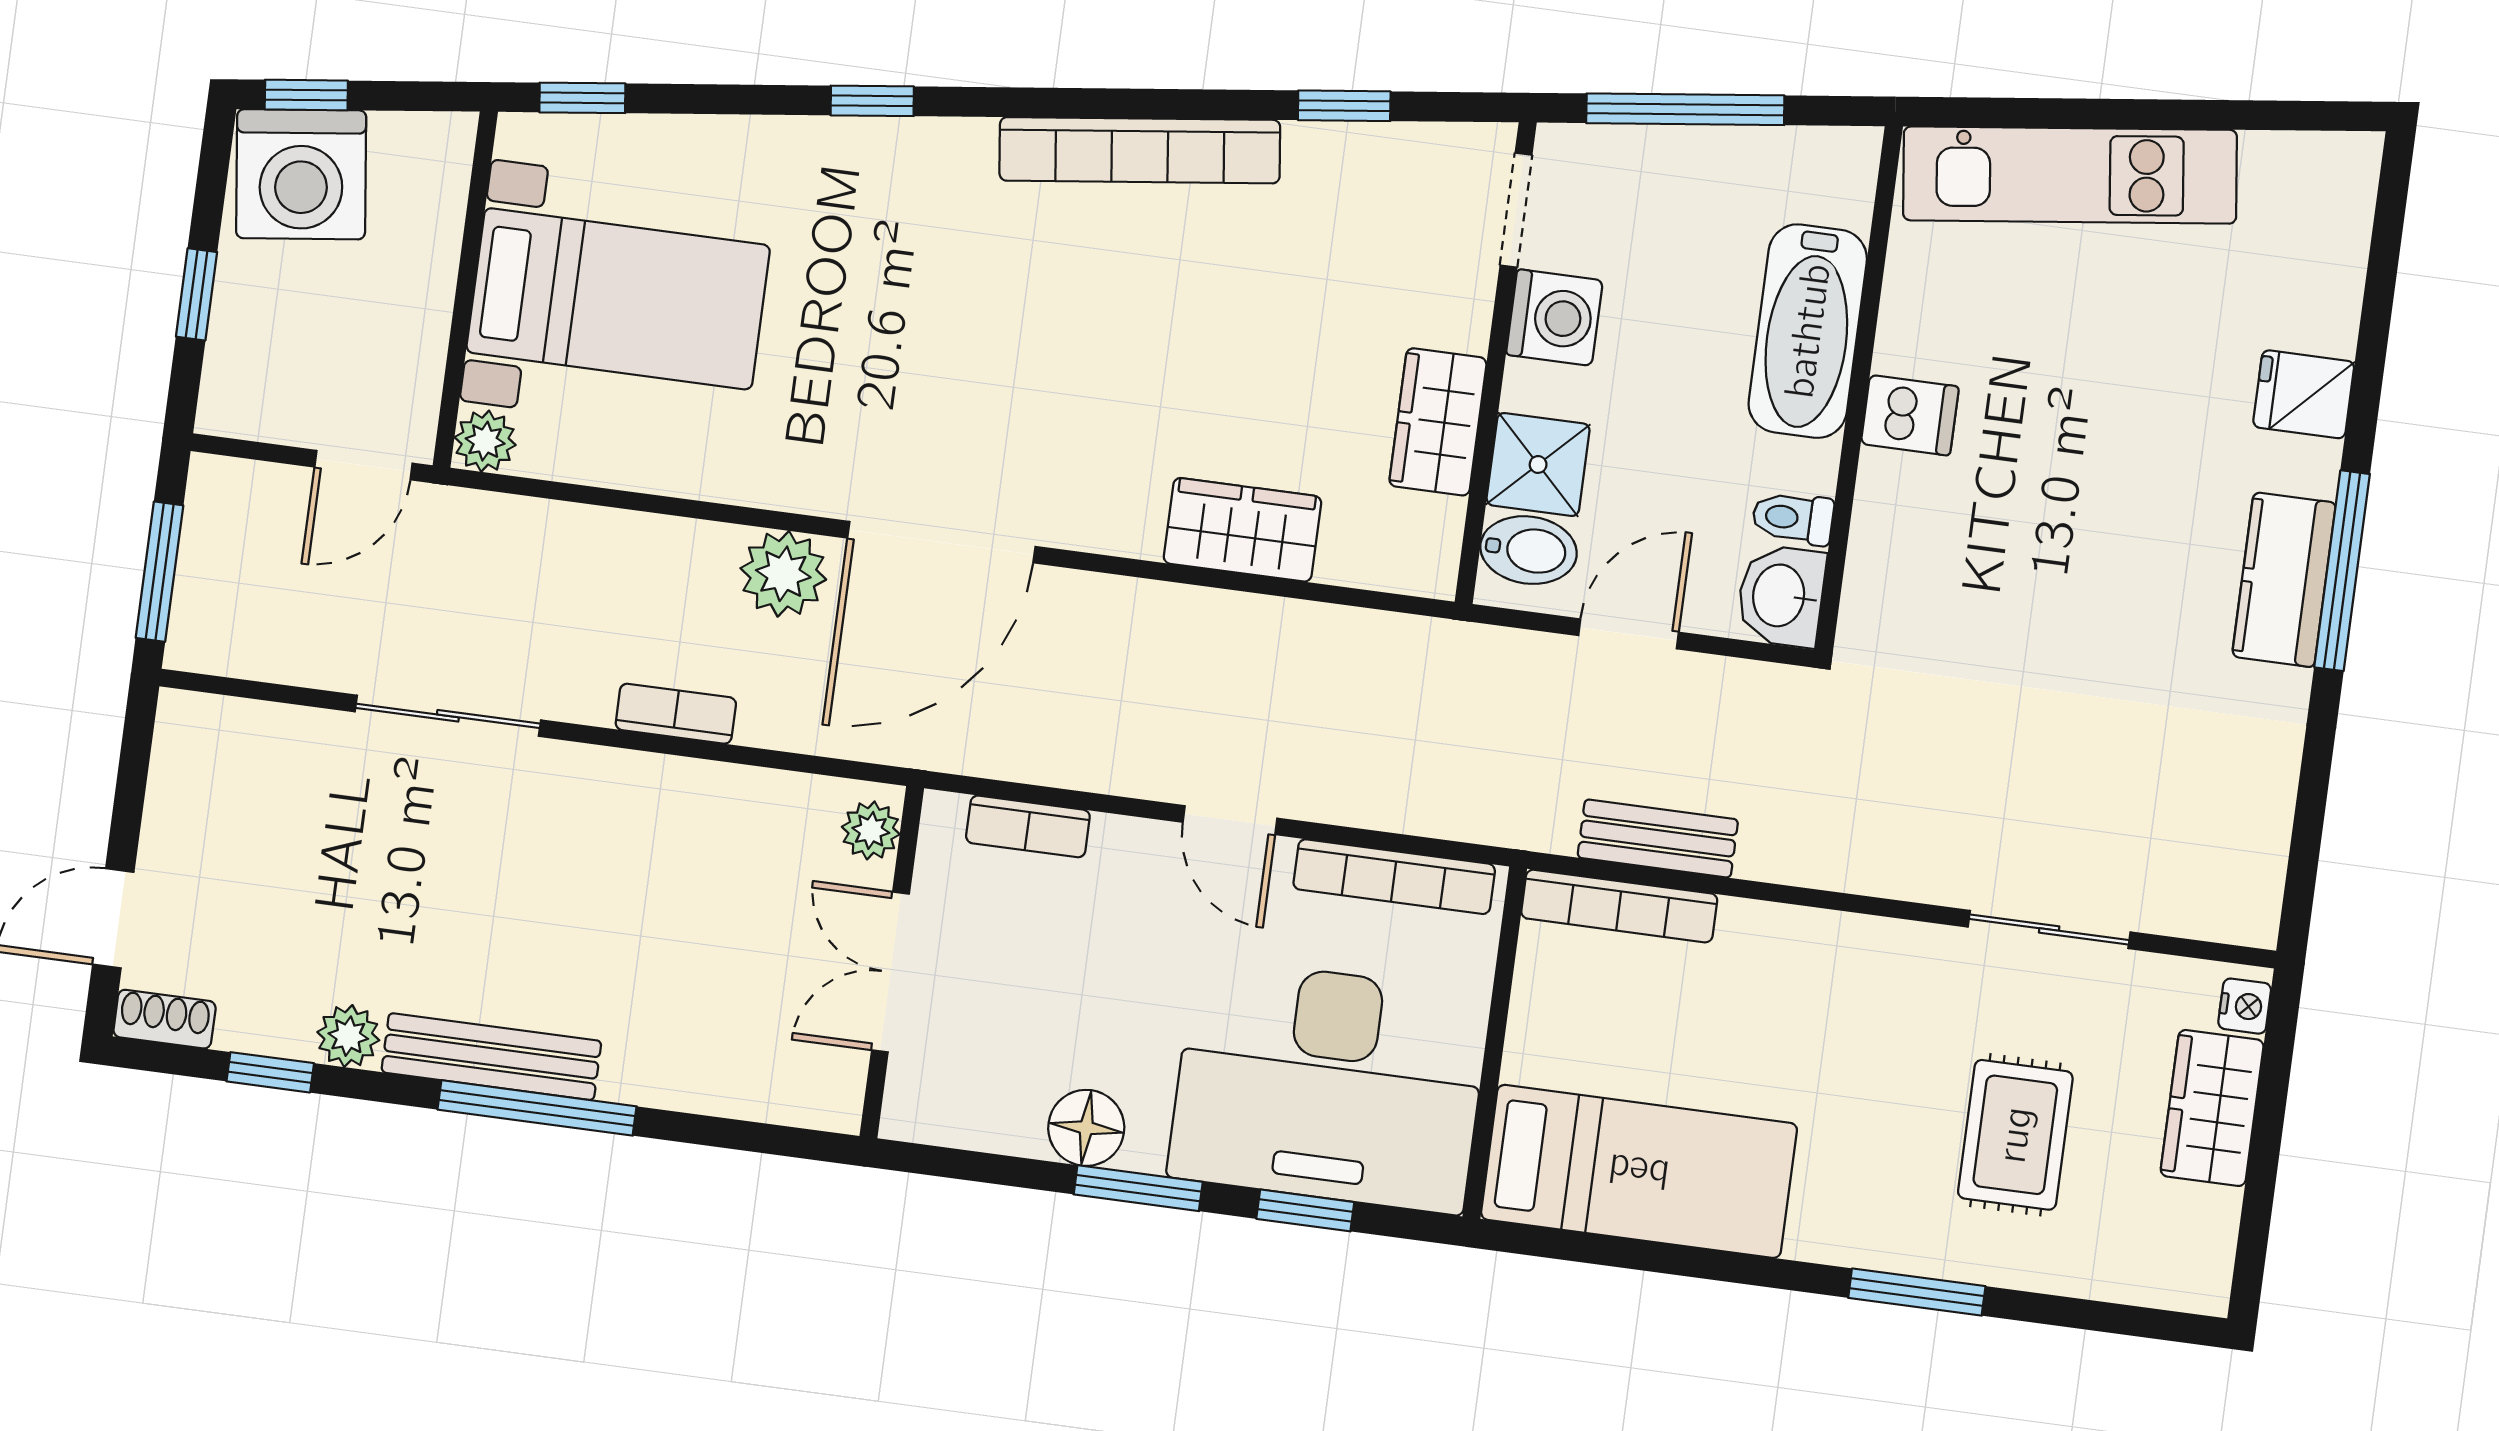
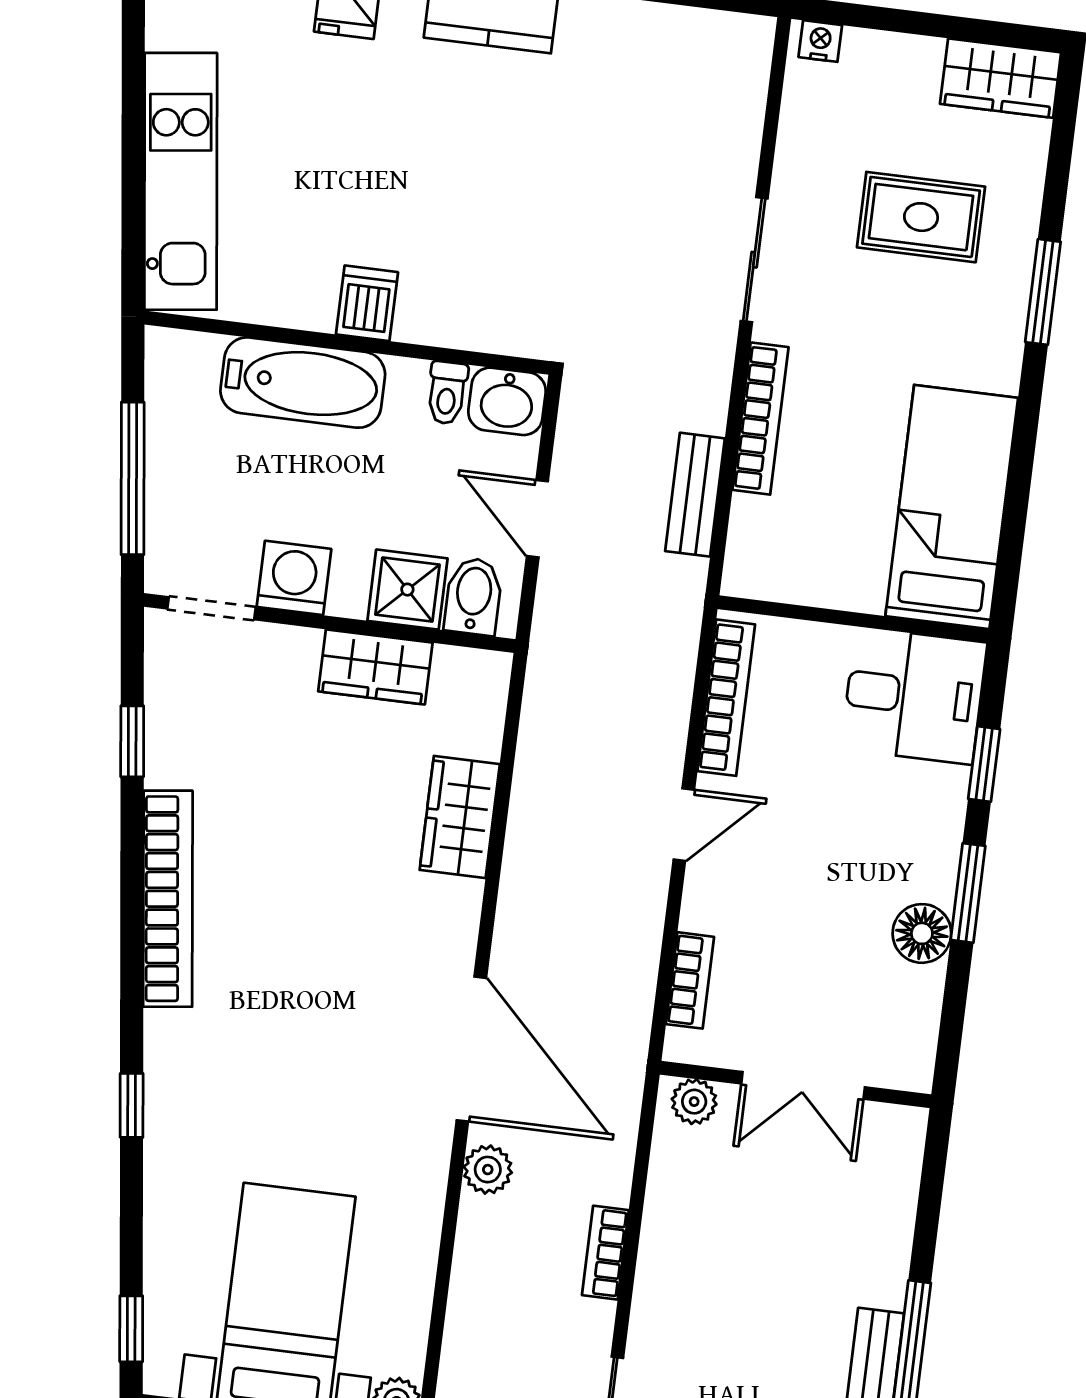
plant: (783, 574) -> (488, 1170), width x0.73, depth x0.73
bookcase: (1619, 906) -> (760, 419), moved
sliding door: (2049, 929) -> (754, 260), moved
desk: (1329, 1085) -> (914, 696), width x0.53, depth x0.77
wardrobe: (2212, 1108) -> (1001, 78), moved

